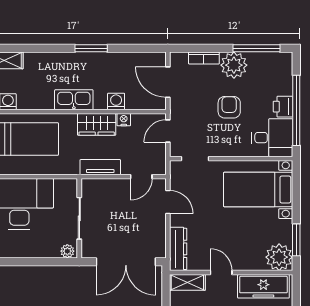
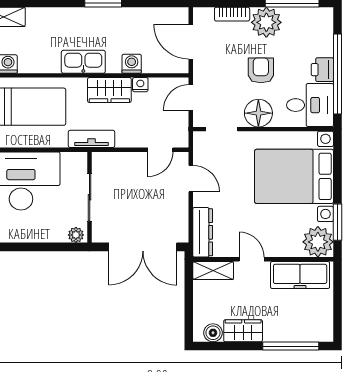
floor lamp: (227, 145) -> (258, 113), added
tv unit: (100, 167) -> (91, 139), moved
bed with nightstands: (258, 189) -> (294, 176), width x1.36

